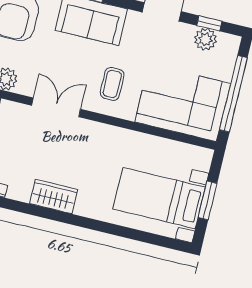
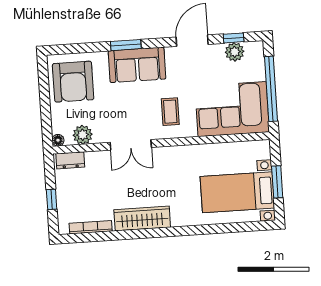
double door: (56, 107) -> (131, 145), swing flipped
wardrobe: (54, 197) -> (142, 218), width x1.50

